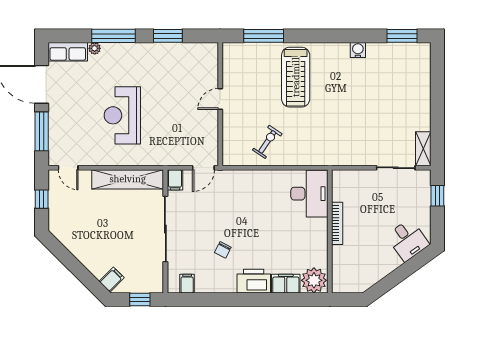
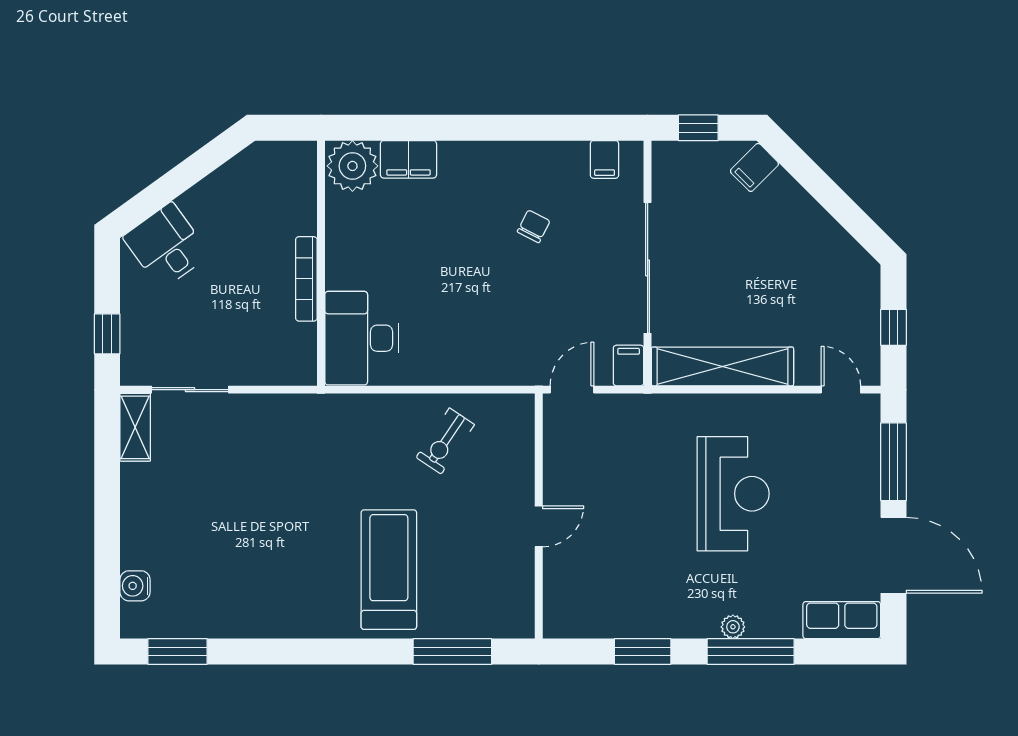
plant: (95, 48) -> (733, 627), moved
water cooler: (358, 50) -> (135, 586), moved, turned 90
printer: (254, 281) -> (472, 164), removed

